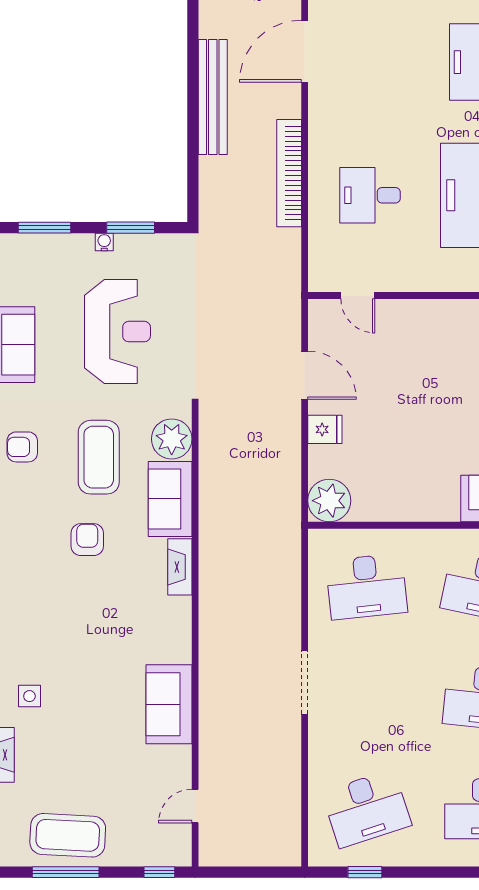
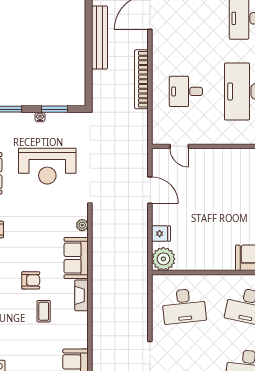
reception desk: (118, 332) -> (47, 166), turned 90
fridge: (325, 429) -> (161, 234), moved
plant: (172, 439) -> (82, 225), width x0.53, depth x0.53
coffee table: (99, 457) -> (44, 311), moved, width x0.54, depth x0.58
armchair: (87, 540) -> (31, 280), turned 90

